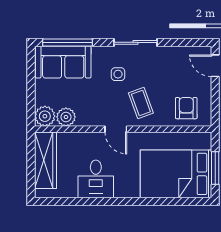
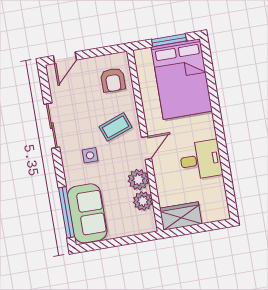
sliding door: (135, 42) -> (52, 126), moved
armchair: (186, 108) -> (113, 80), turned -90
plant: (45, 116) -> (138, 180), moved
wardrobe: (46, 160) -> (181, 216), width x0.67

